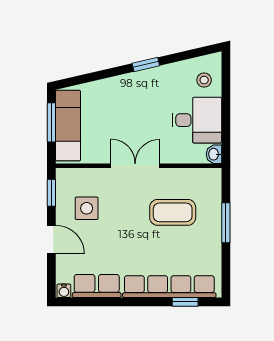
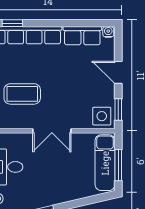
side table: (87, 208) -> (102, 116), moved

